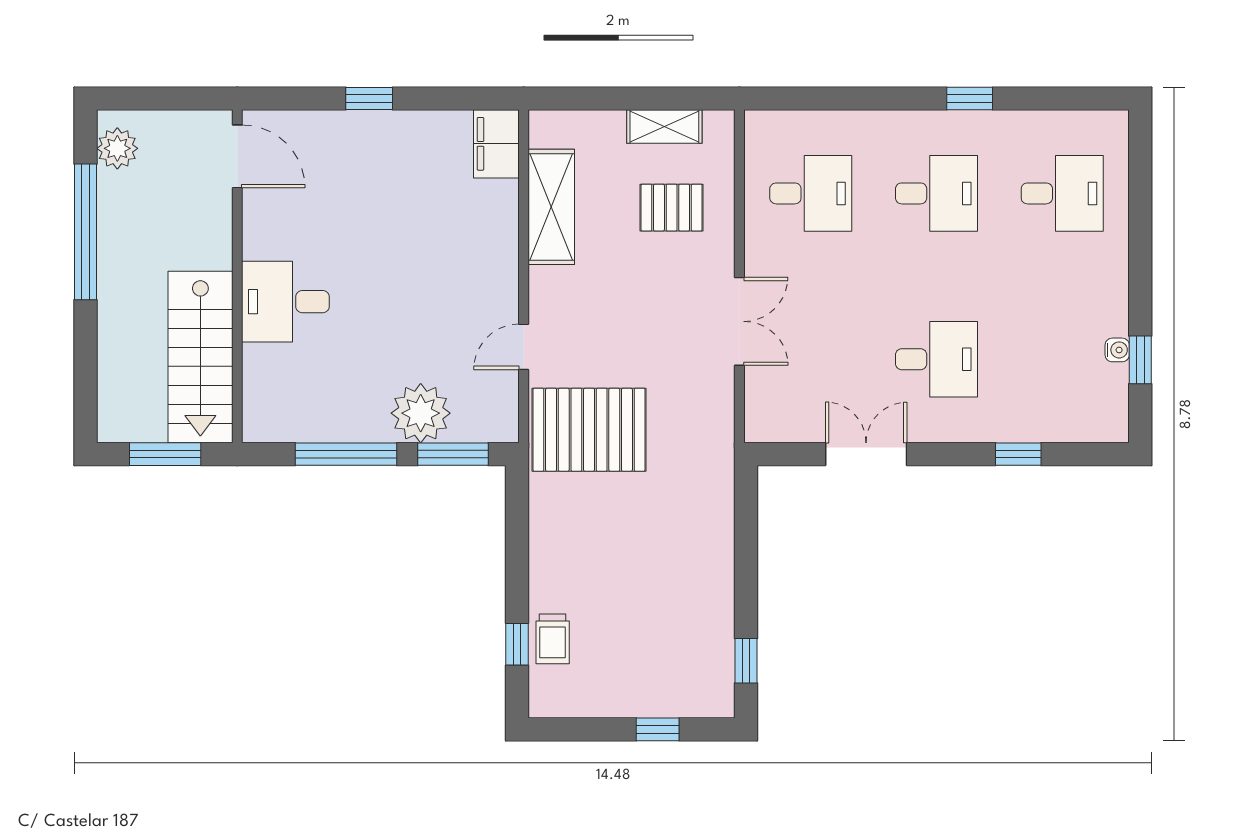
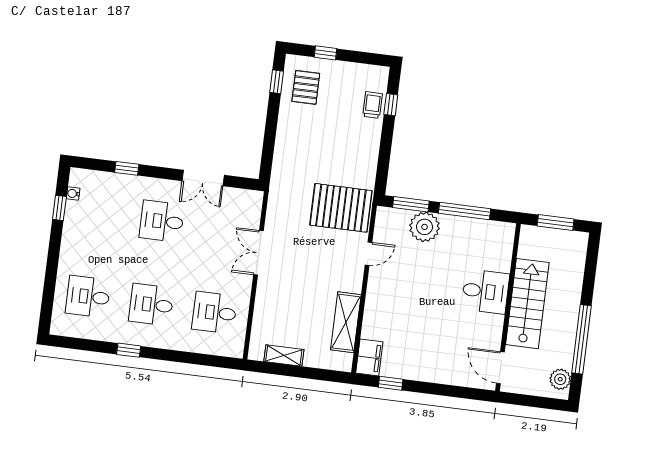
window: (369, 99) -> (391, 383), moved
pallet: (672, 208) -> (306, 87), moved, turned 90
water cooler: (1117, 350) -> (73, 194), moved
stairs: (200, 357) -> (527, 304), moved

